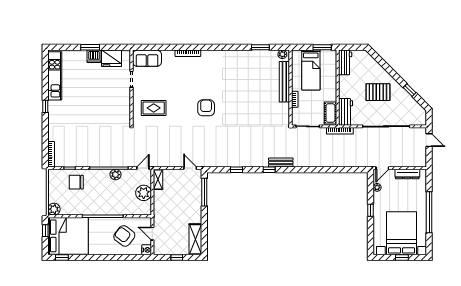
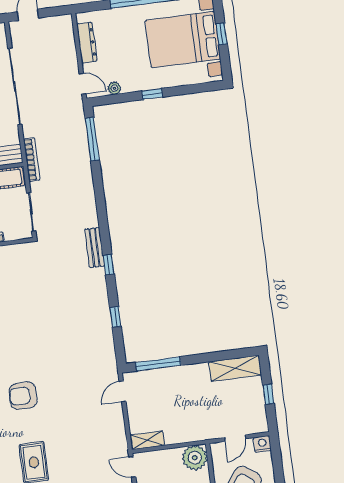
armchair: (206, 108) -> (23, 396), moved
window: (348, 170) -> (92, 139), added
plant: (144, 193) -> (195, 458), moved

